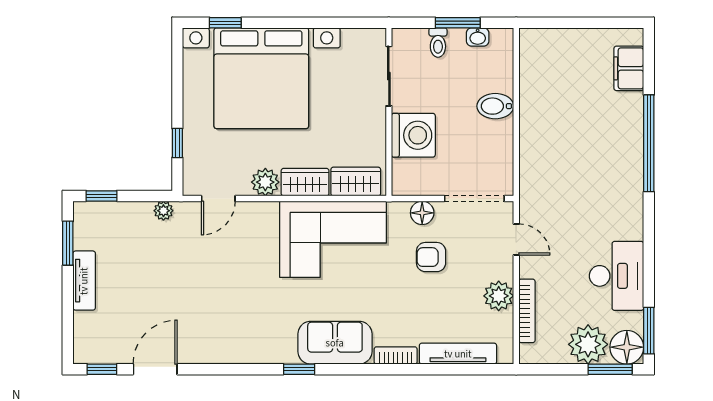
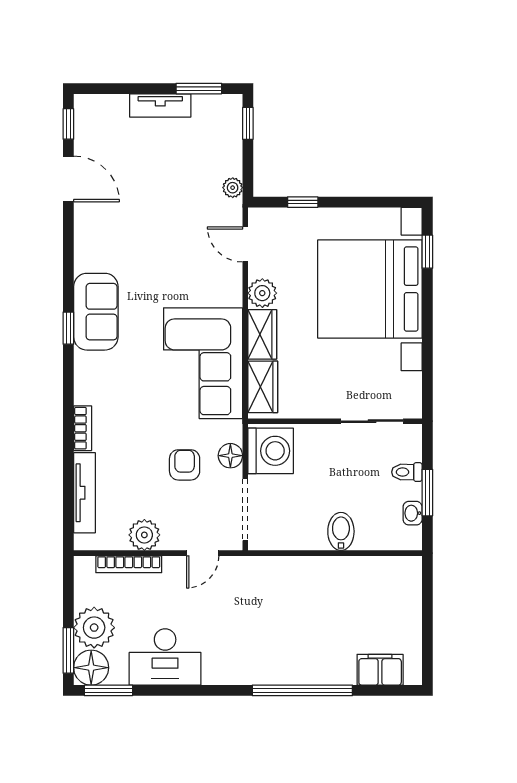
washing machine: (413, 135) -> (271, 451), moved, turned -90
sofa: (335, 343) -> (96, 312), moved

